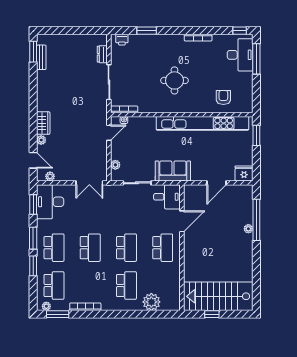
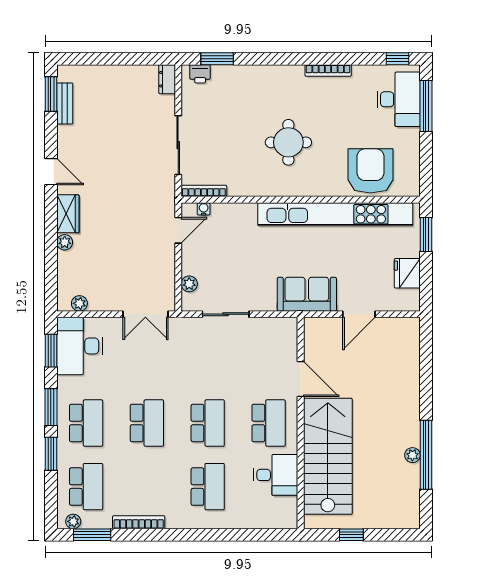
window: (147, 31) -> (217, 59), moved
dresser: (102, 54) -> (167, 79), moved
armchair: (223, 98) -> (370, 171), width x1.88, depth x1.88
door: (33, 160) -> (51, 172), moved
sofa: (173, 171) -> (307, 294), moved
fridge: (244, 173) -> (407, 273), moved, turned -90
desk: (167, 197) -> (276, 475), moved
window: (256, 220) -> (426, 455), moved
door: (182, 221) -> (301, 379), hinge flipped
plant: (248, 229) -> (412, 455), moved
stairs: (218, 296) -> (328, 456), moved, turned 90
plant: (151, 302) -> (250, 514), removed

